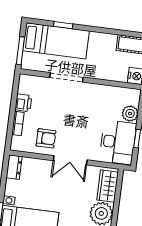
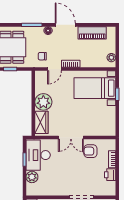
double door: (70, 160) -> (71, 138), swing flipped
dresser: (14, 167) -> (111, 127), removed

